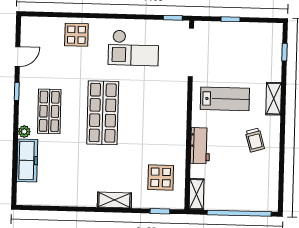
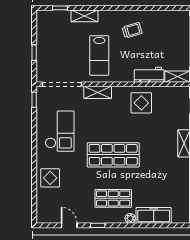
shelving: (180, 96) -> (98, 92), added
lab bench: (225, 99) -> (99, 56), turned 180
shelving: (274, 99) -> (85, 16), moved
workbench: (200, 146) -> (149, 75), moved
display table: (161, 177) -> (141, 103), moved

